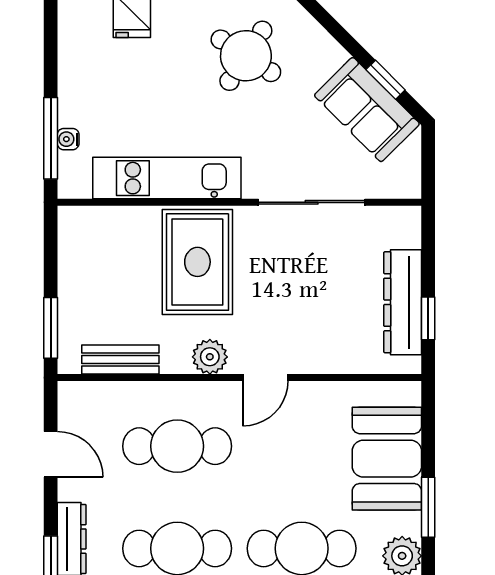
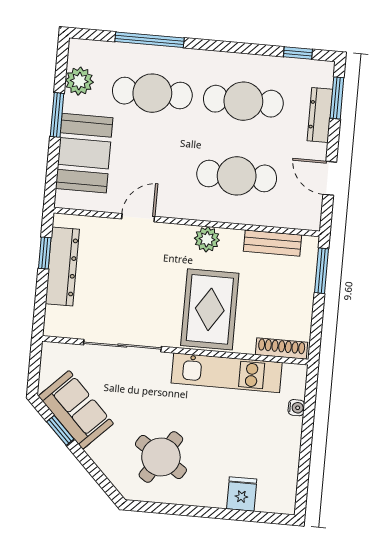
window: (51, 138) -> (309, 409), removed
shoe rack: (96, 217) -> (281, 349), added
door: (265, 378) -> (138, 218), moved

